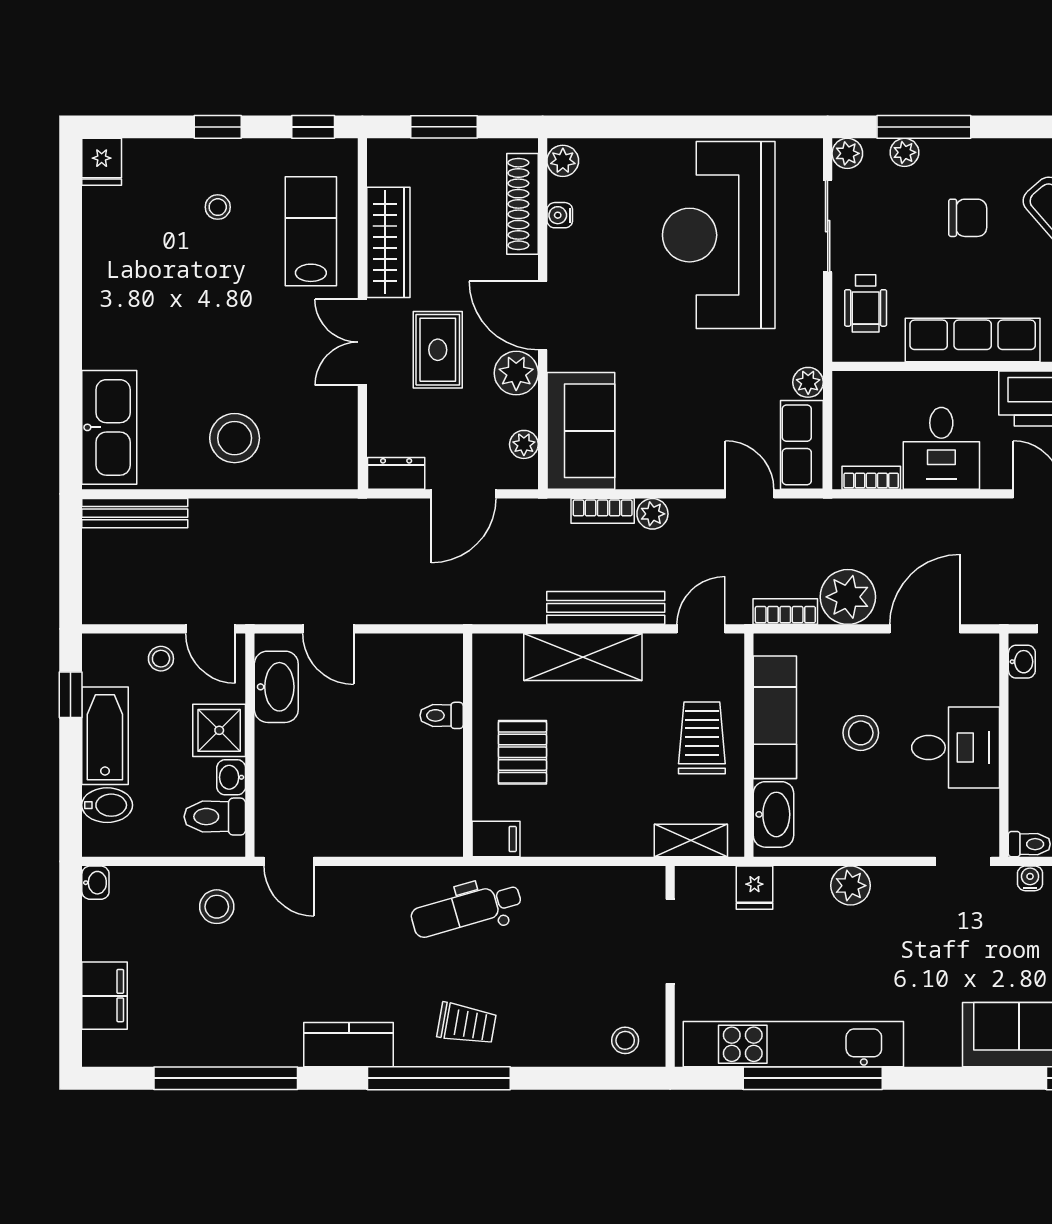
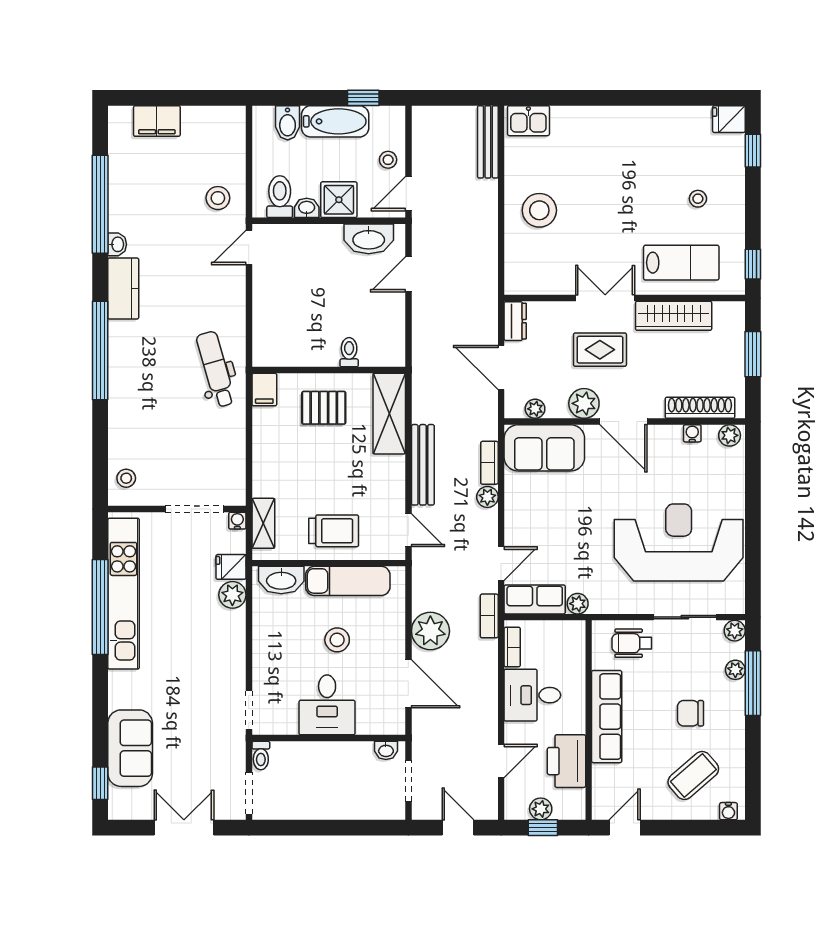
window: (218, 127) -> (753, 151), moved
chair: (968, 218) -> (690, 713), turned 90
door: (543, 316) -> (623, 422), swing flipped
kitchen sink: (109, 427) -> (528, 121), width x0.53, depth x0.81
bookcase: (785, 612) -> (489, 616), moved, turned 180
shelving: (583, 657) -> (389, 414), moved
water cooler: (1030, 878) -> (237, 521), moved, turned -90
washbasin: (95, 883) -> (117, 244), moved, turned -90
plant: (850, 886) -> (232, 595), moved
trolley: (467, 1024) -> (137, 369), removed

